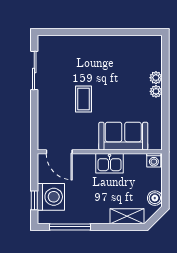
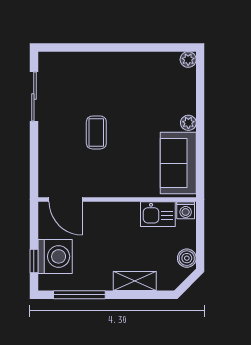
plant: (156, 78) -> (188, 60), moved
sofa: (123, 136) -> (178, 163), moved, turned -90
kitchen sink: (109, 163) -> (158, 214), moved
shelving: (127, 216) -> (135, 281), moved

